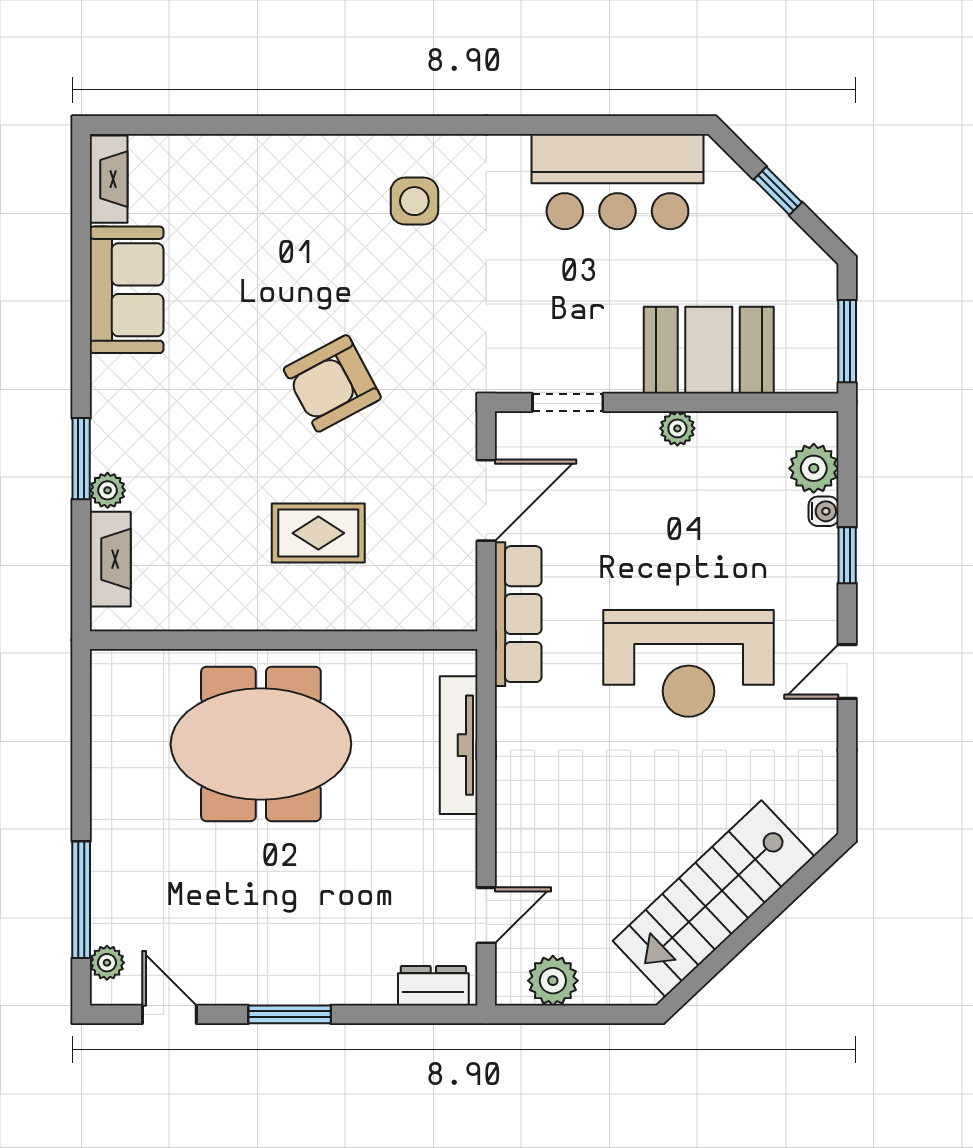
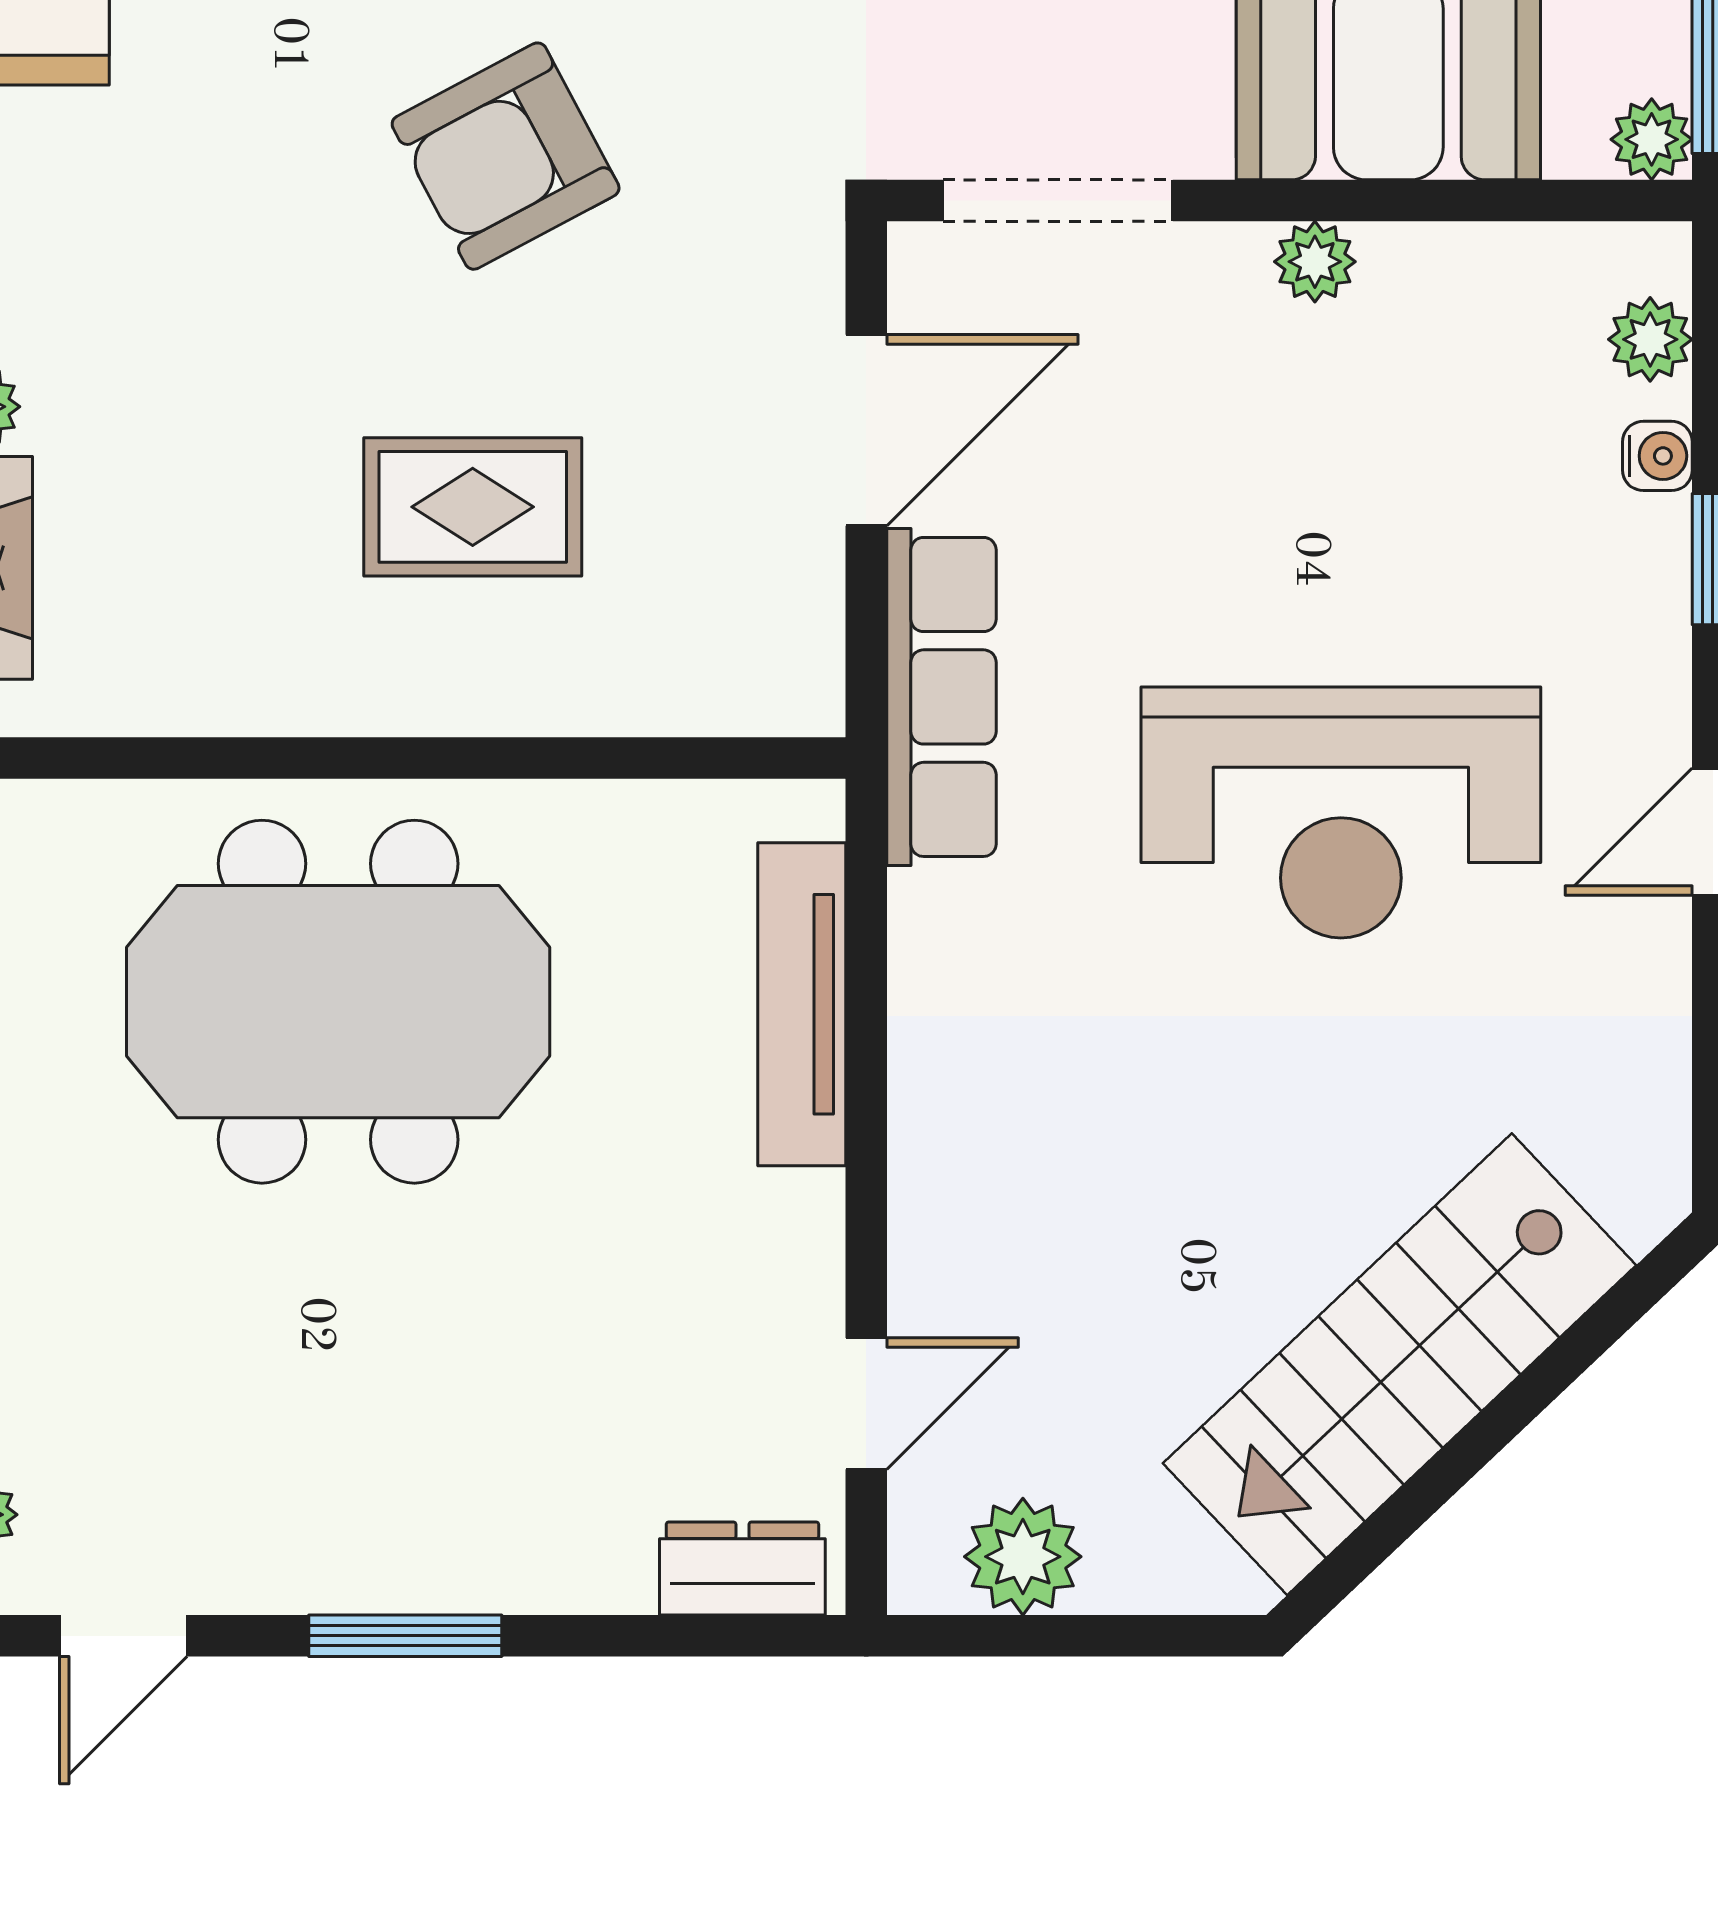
plant: (821, 376) -> (1652, 139), added
doorway: (568, 402) -> (1058, 201), width x1.38
plant: (814, 468) -> (1650, 339), width x0.73, depth x0.73
door: (169, 1014) -> (123, 1636), swing flipped

